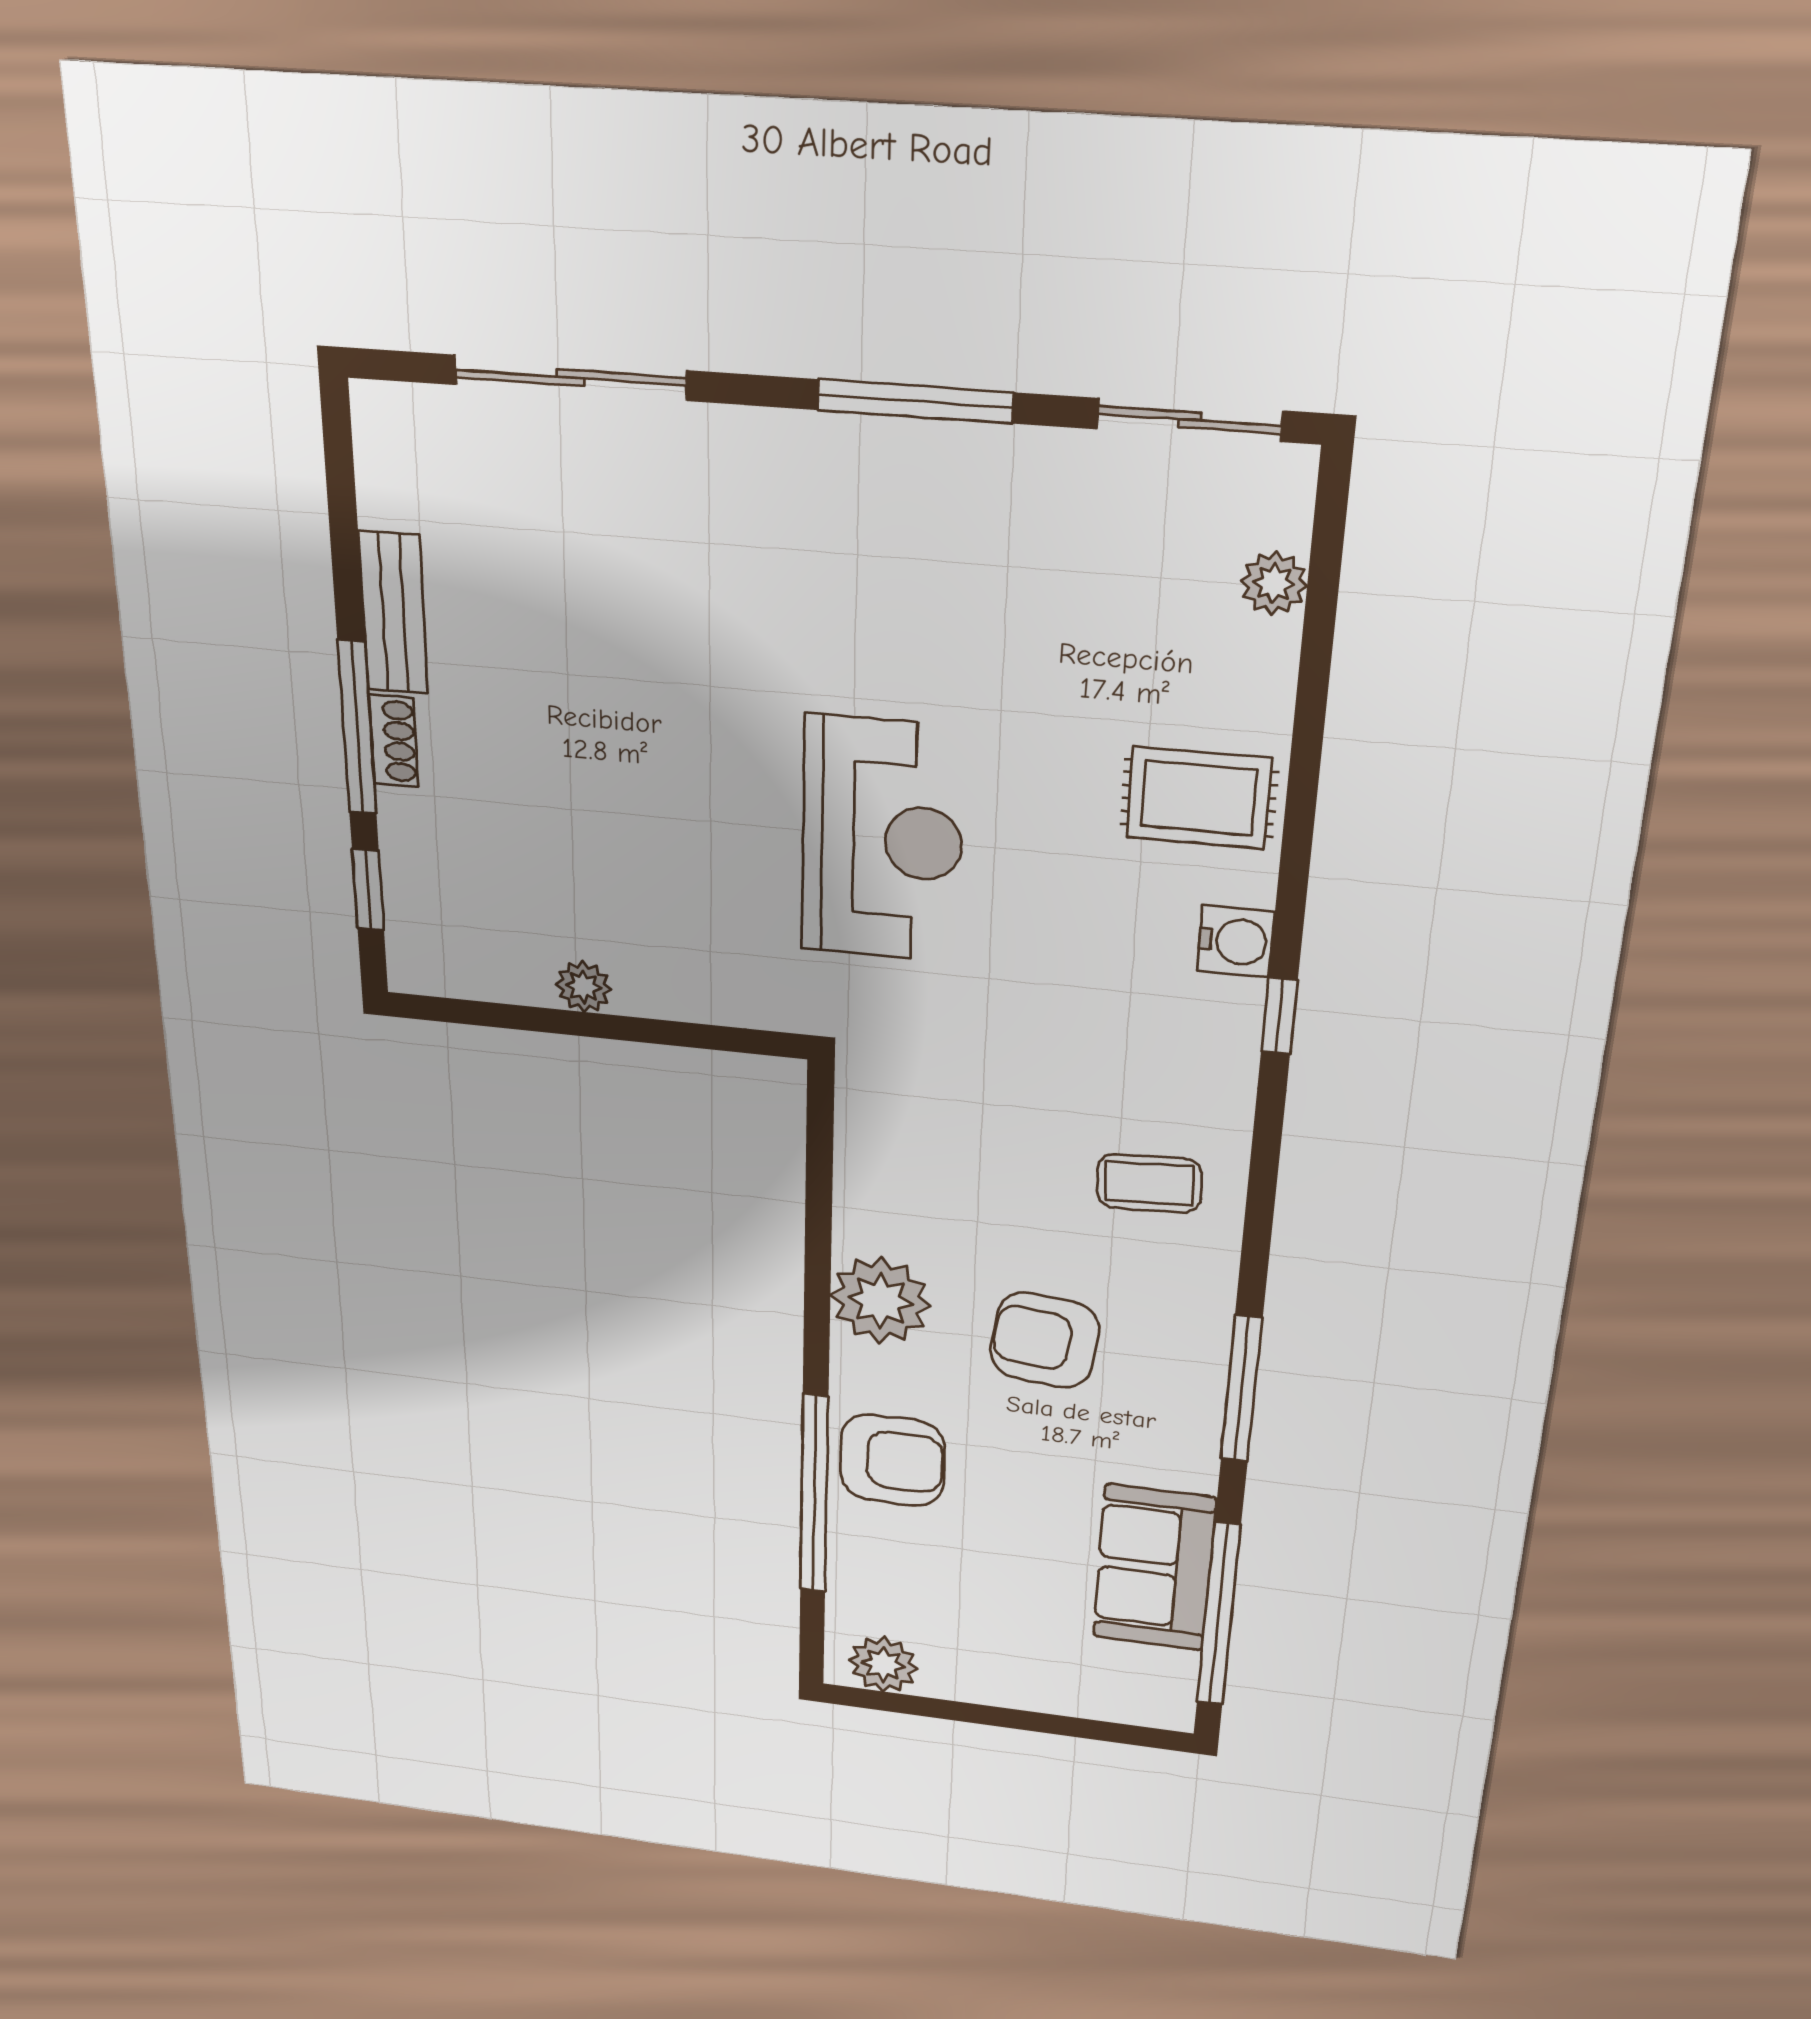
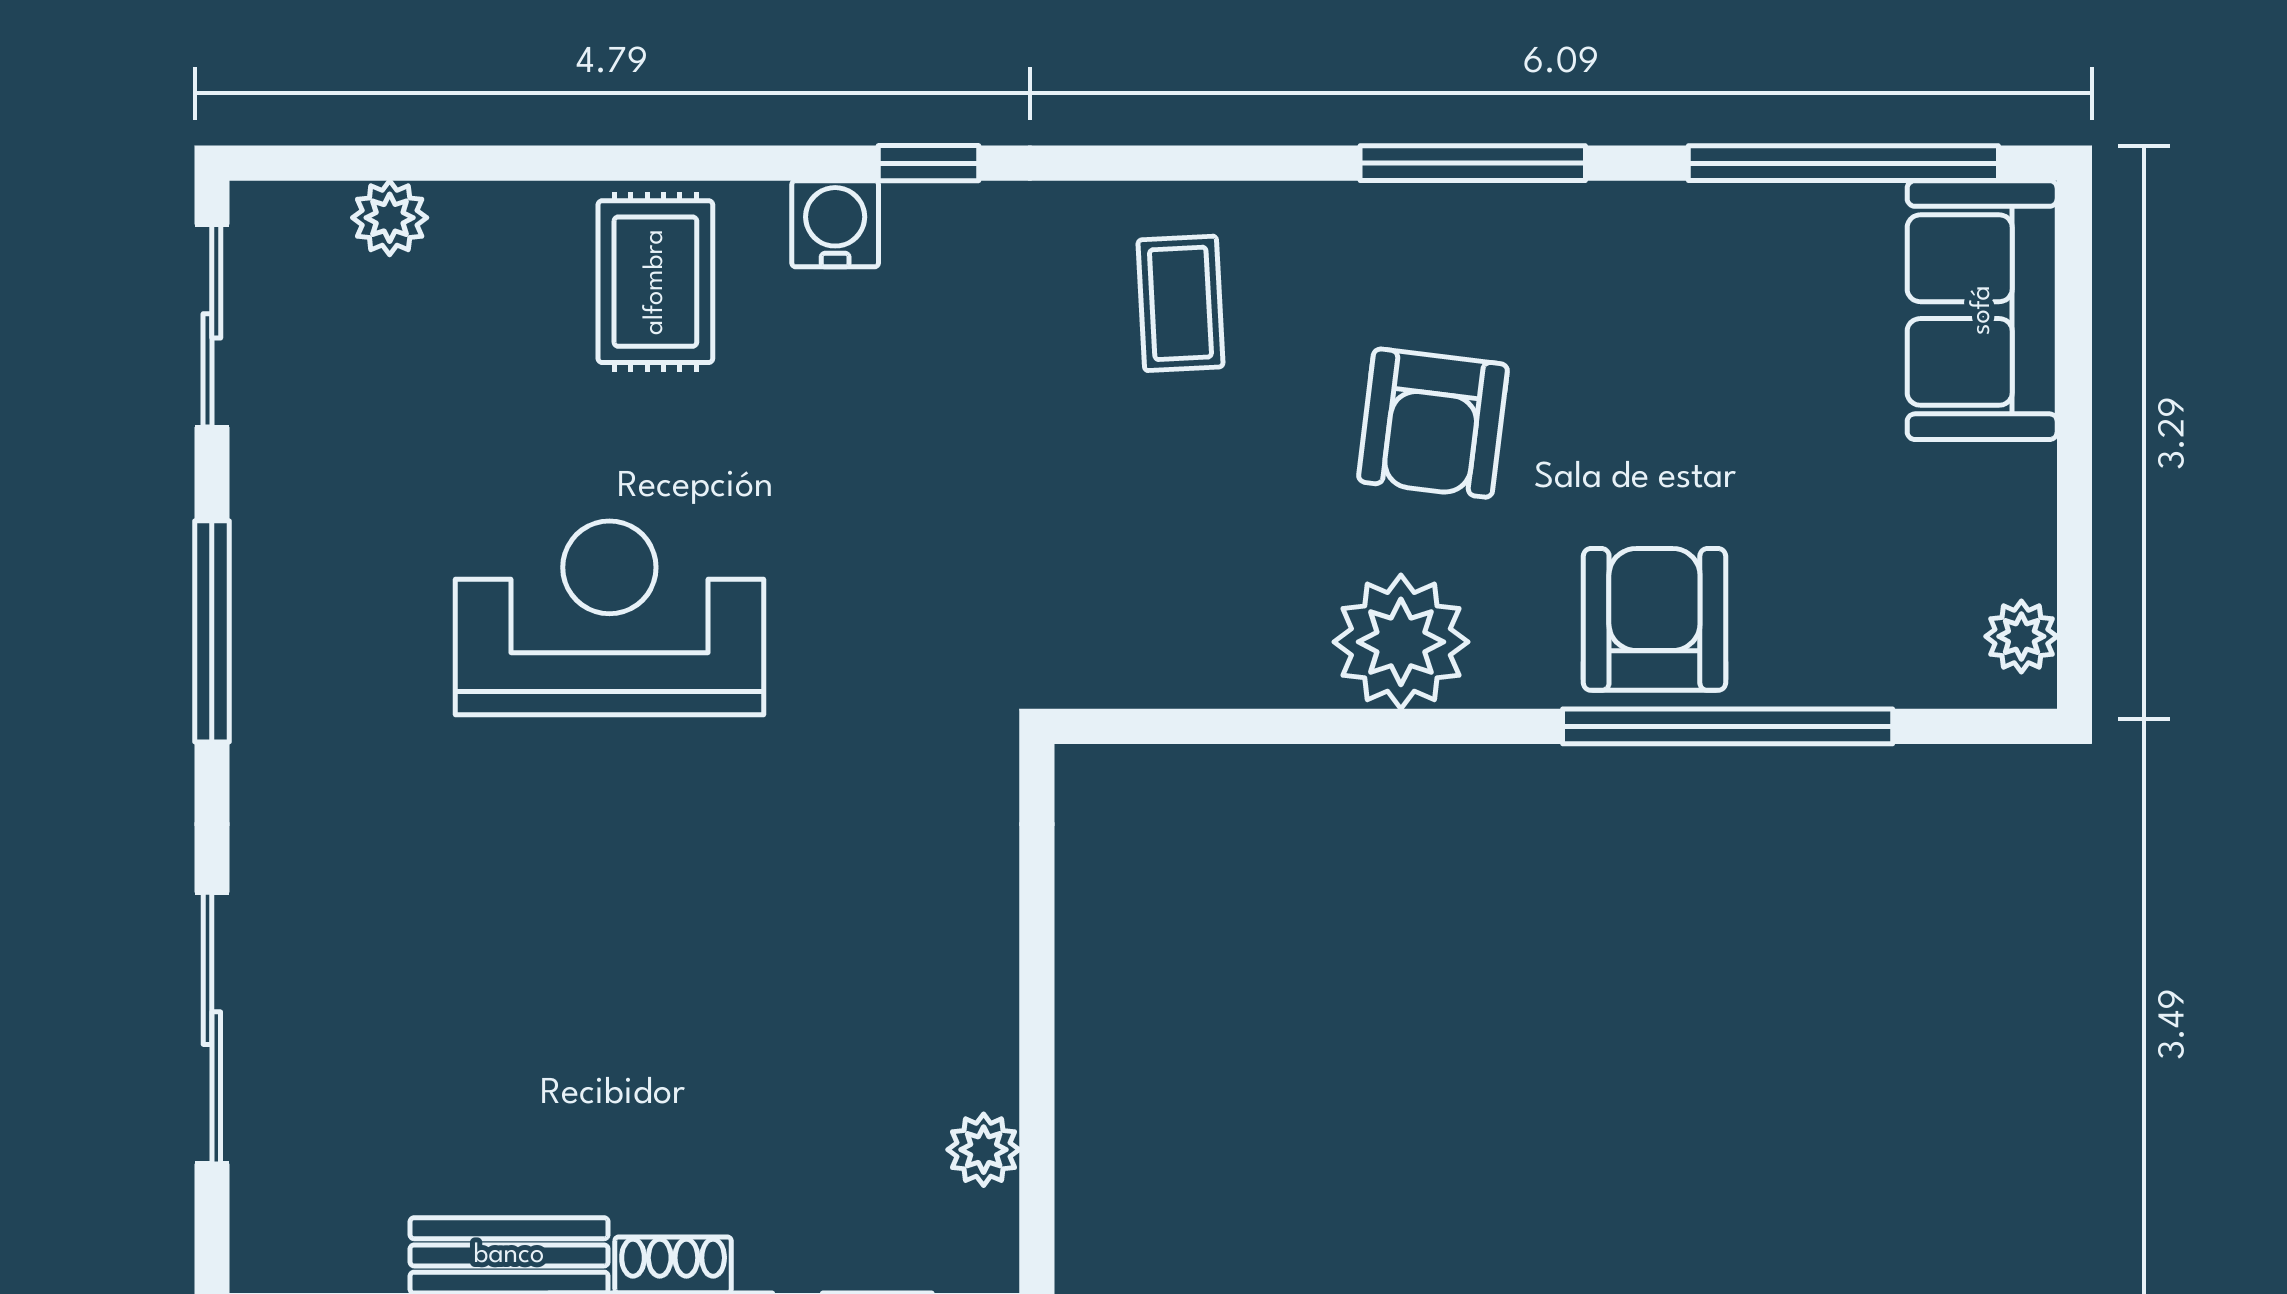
reception desk: (882, 840) -> (609, 618), moved
plant: (583, 987) -> (984, 1150), moved
sofa: (1154, 1568) -> (1982, 310), moved, turned 90
plant: (883, 1664) -> (2021, 636), width x0.73, depth x0.73

